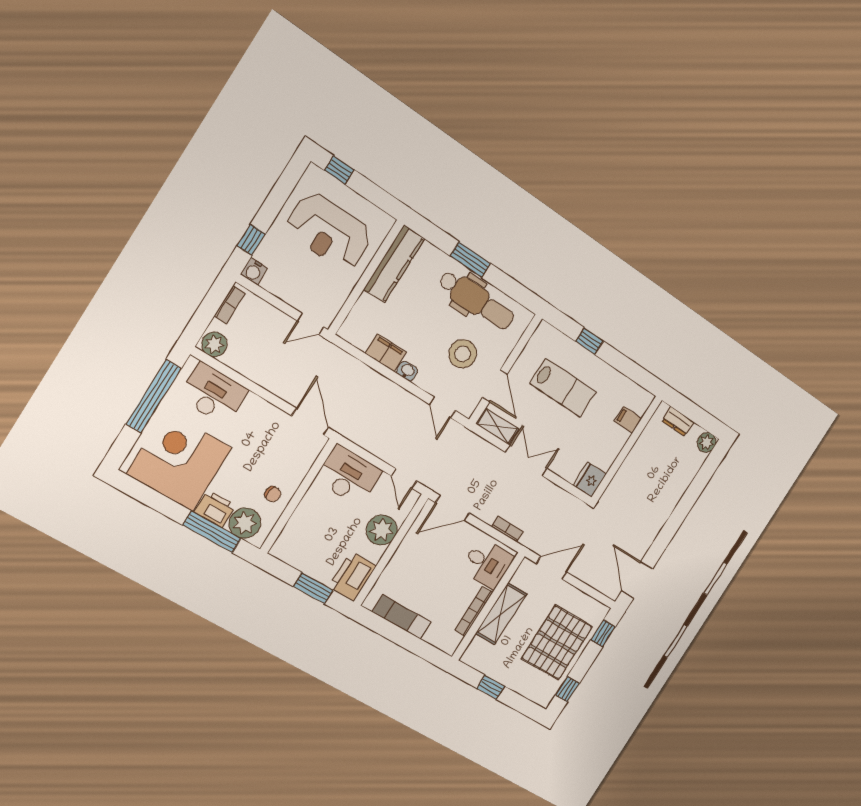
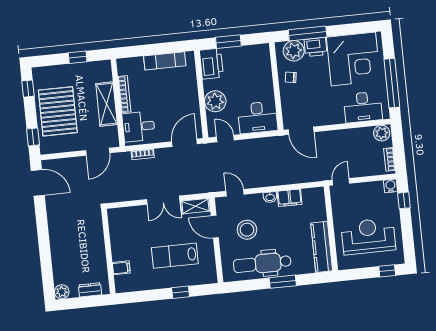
fridge: (590, 480) -> (116, 218), removed

